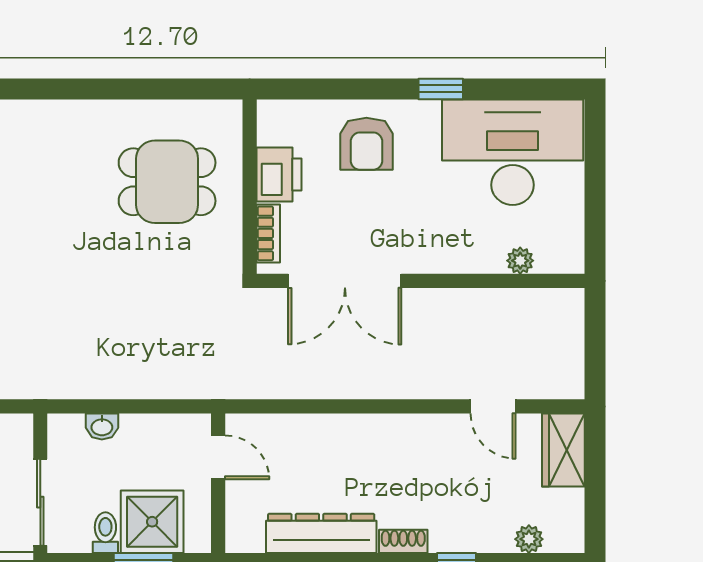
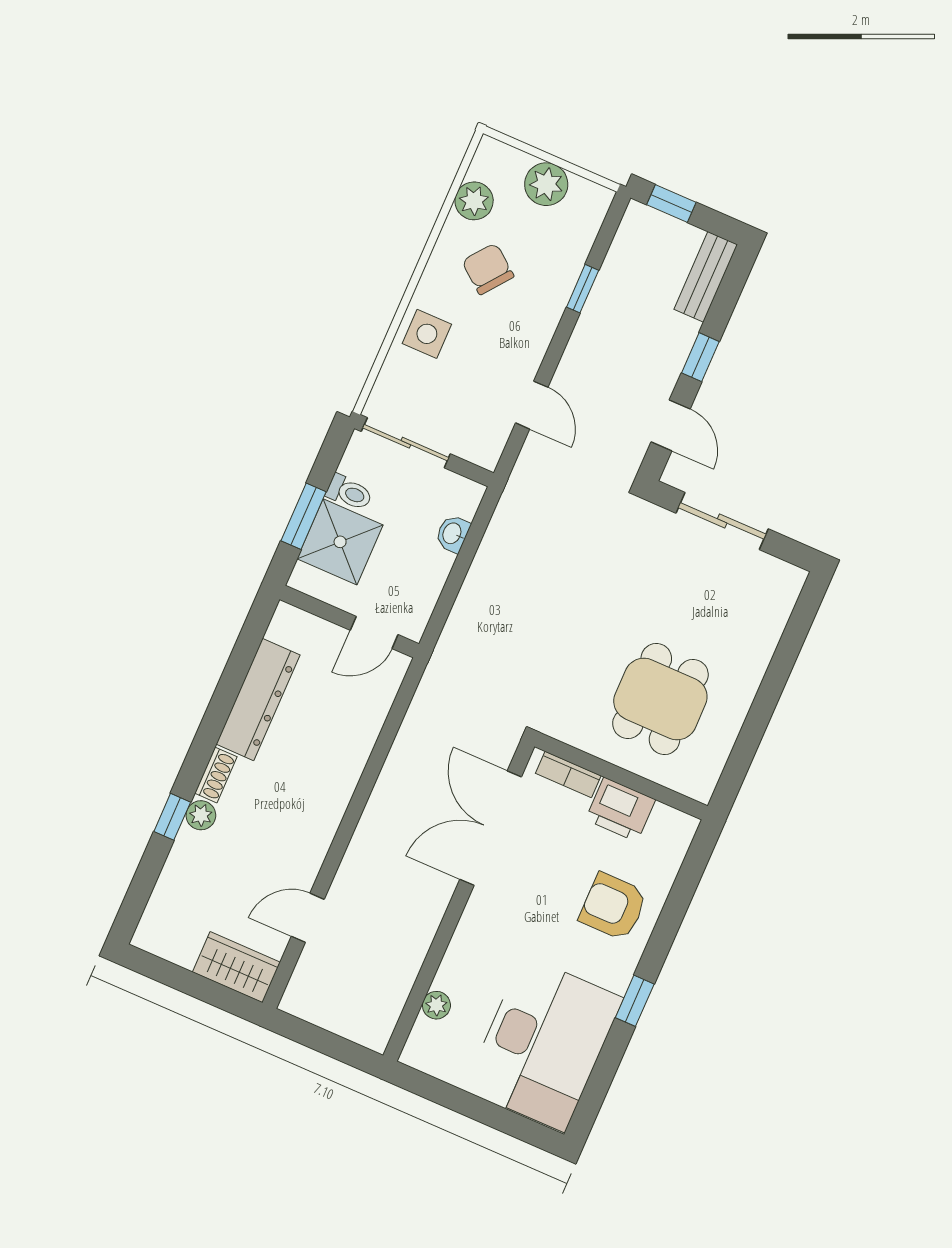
plant: (529, 539) -> (201, 815), moved

